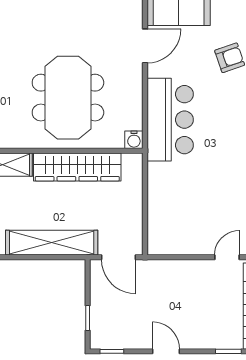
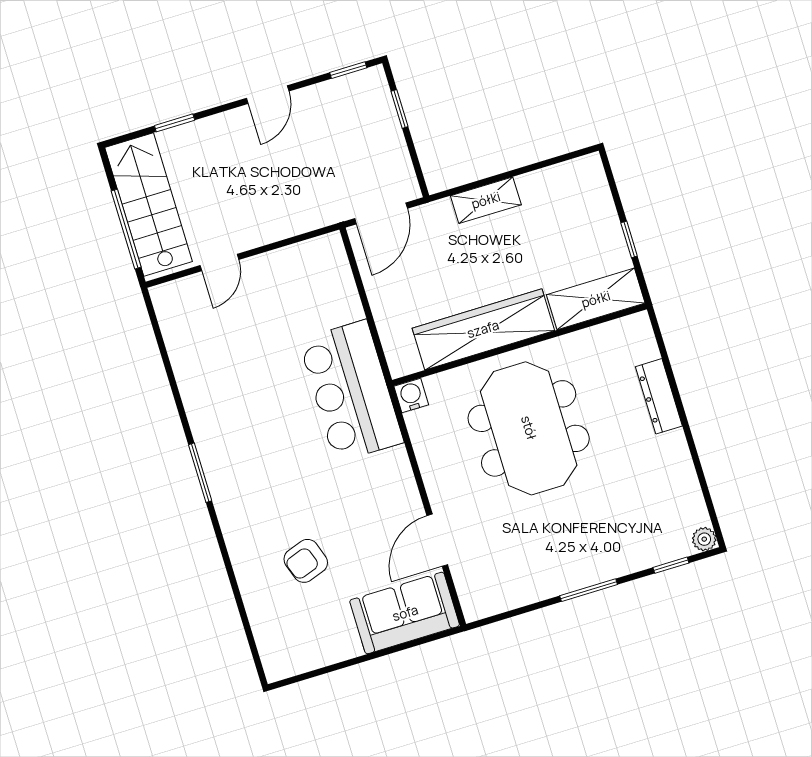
bar counter: (170, 120) -> (351, 391), moved
shelving: (52, 243) -> (486, 200), width x0.45, depth x0.75
door: (118, 257) -> (381, 213), swing flipped
door: (166, 351) -> (268, 95), hinge flipped

